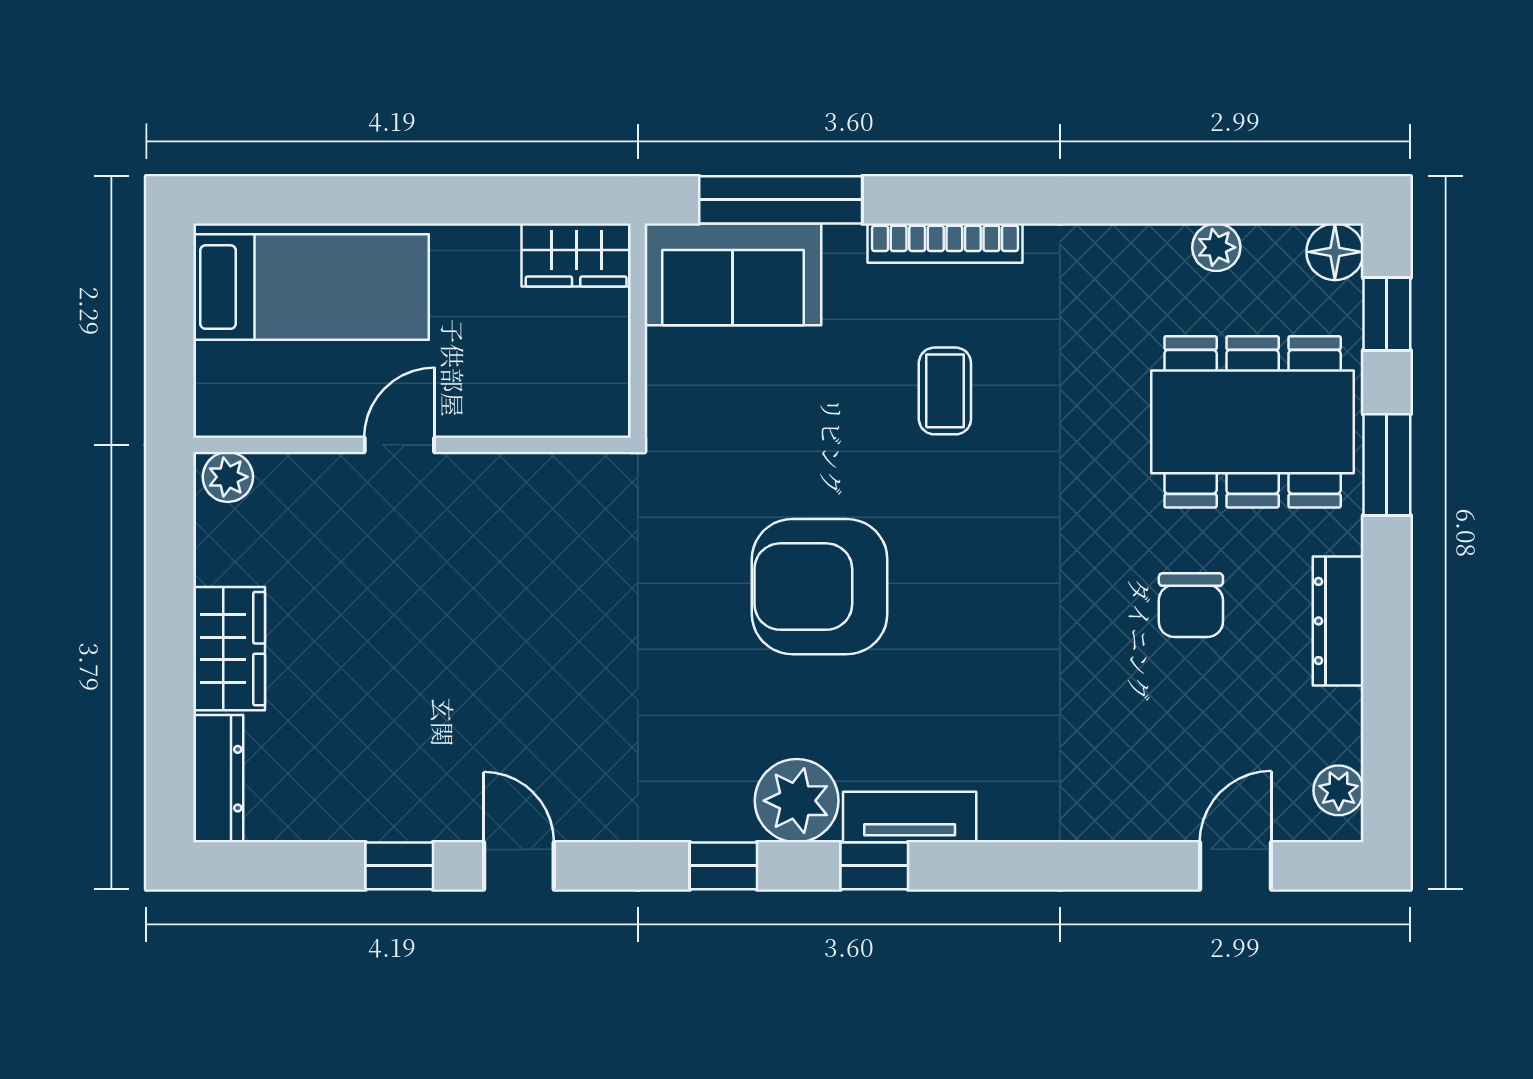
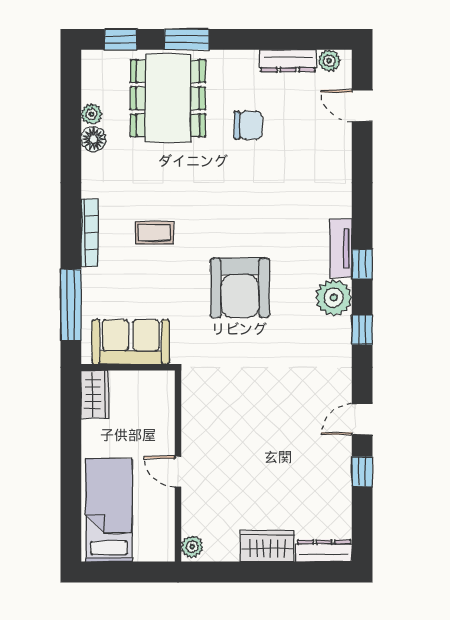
floor lamp: (1335, 252) -> (94, 139), moved
sofa: (733, 274) -> (131, 342), moved, turned -90
dresser: (1338, 621) -> (288, 61), moved

